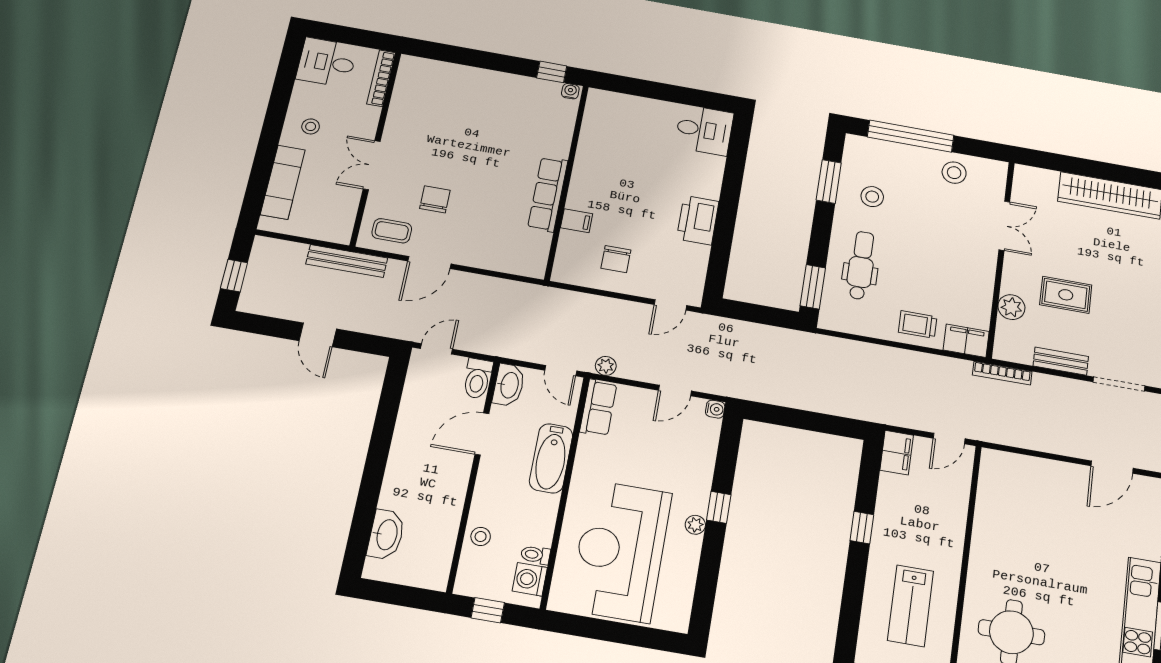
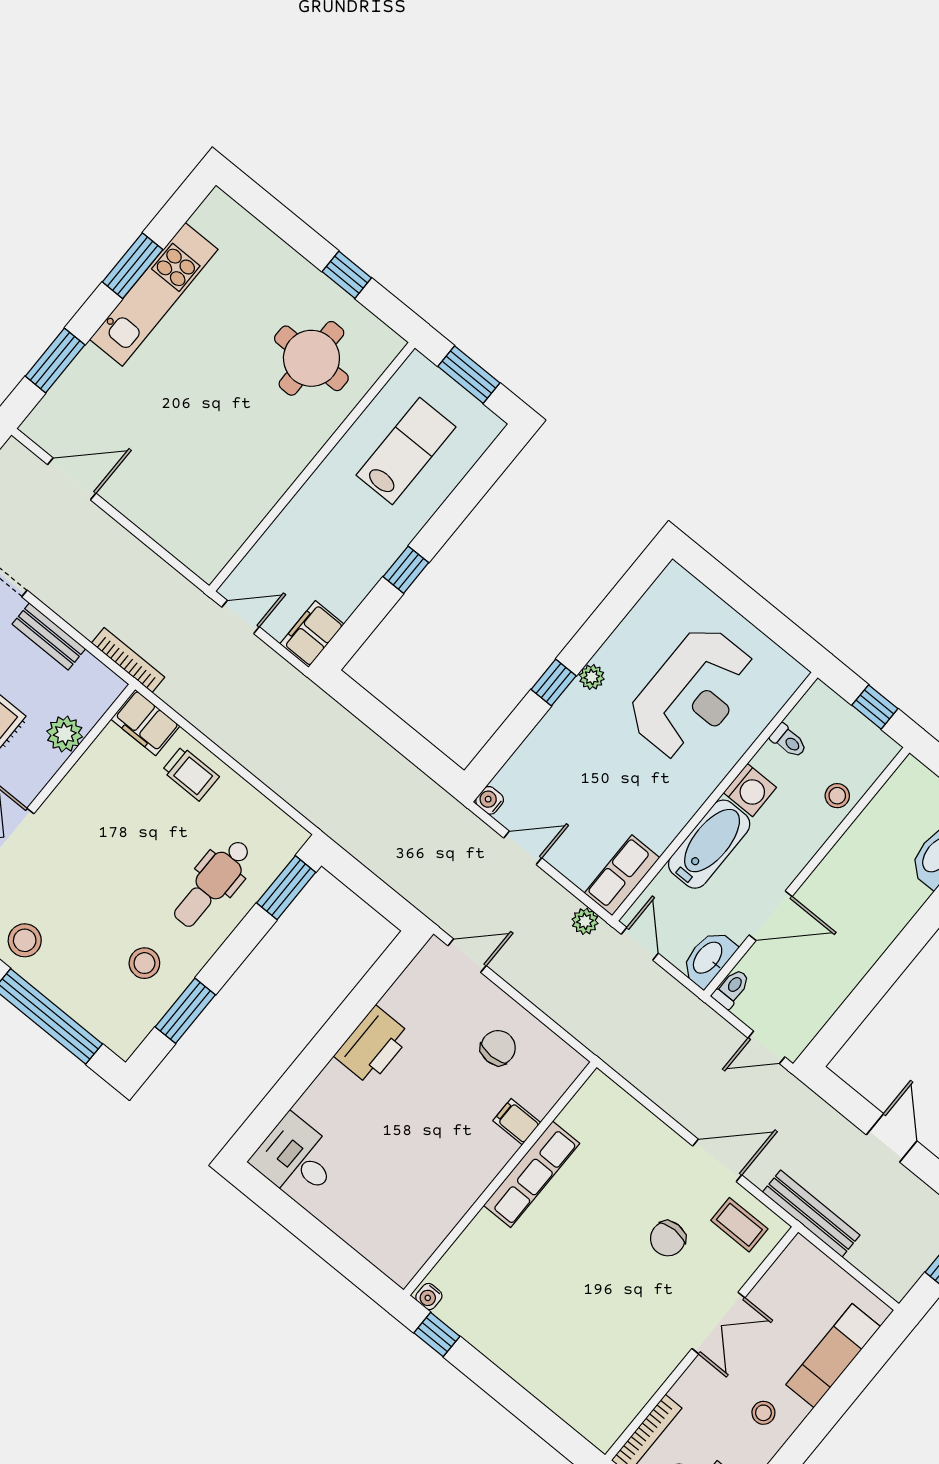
toilet: (477, 378) -> (731, 989), width x0.73, depth x0.72
reception desk: (620, 551) -> (692, 693), width x0.74, depth x0.77
washing machine: (530, 579) -> (750, 790), moved

